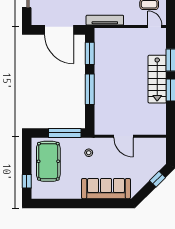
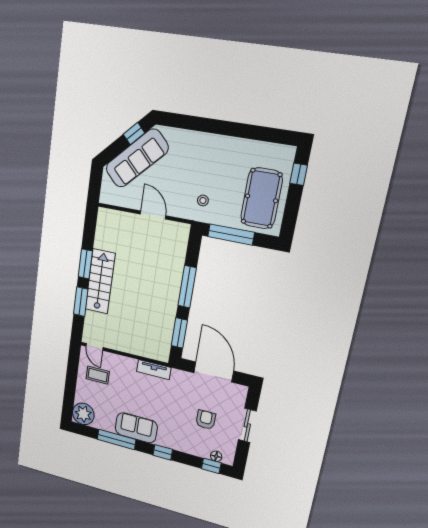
tv unit: (105, 20) -> (154, 370), width x0.71
window: (158, 179) -> (134, 134), moved
sofa: (106, 189) -> (137, 158), moved, turned -45

